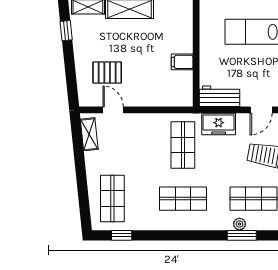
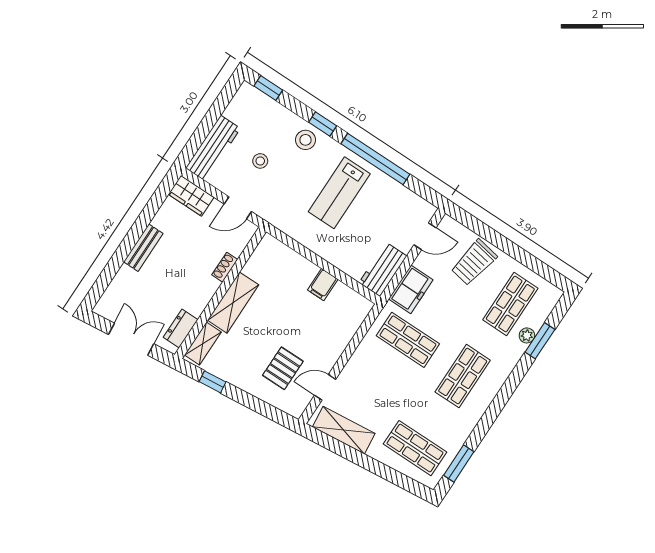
door: (261, 110) -> (425, 236), hinge flipped
shelving: (89, 134) -> (344, 430), width x1.50, depth x1.33
window: (122, 235) -> (459, 463), width x1.50

